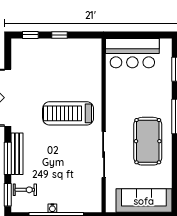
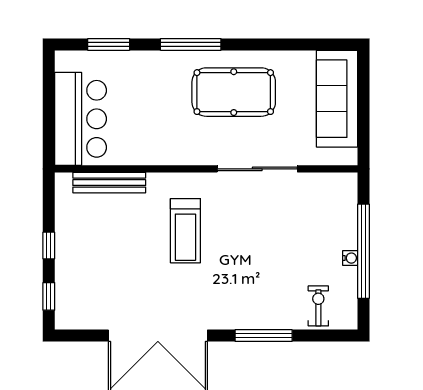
treadmill: (68, 113) -> (185, 231), width x0.73, depth x0.73
bench: (17, 154) -> (109, 183), moved
window: (8, 195) -> (327, 336), removed

